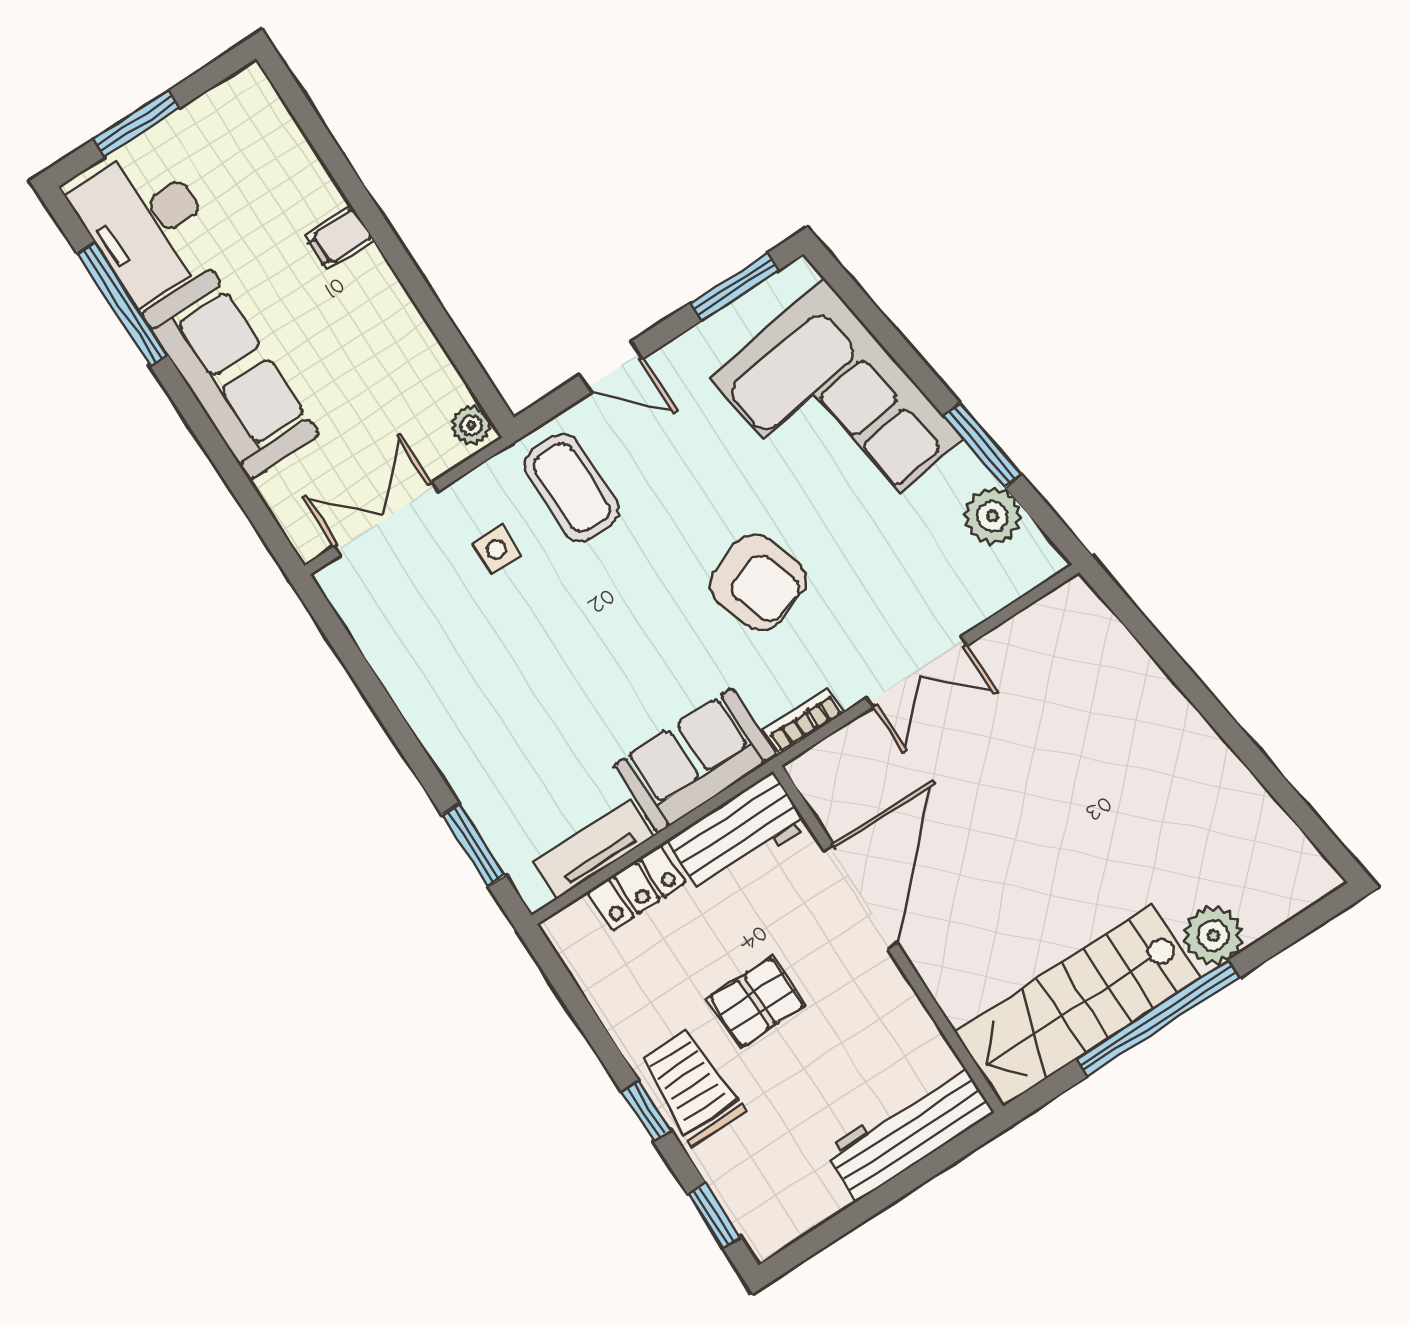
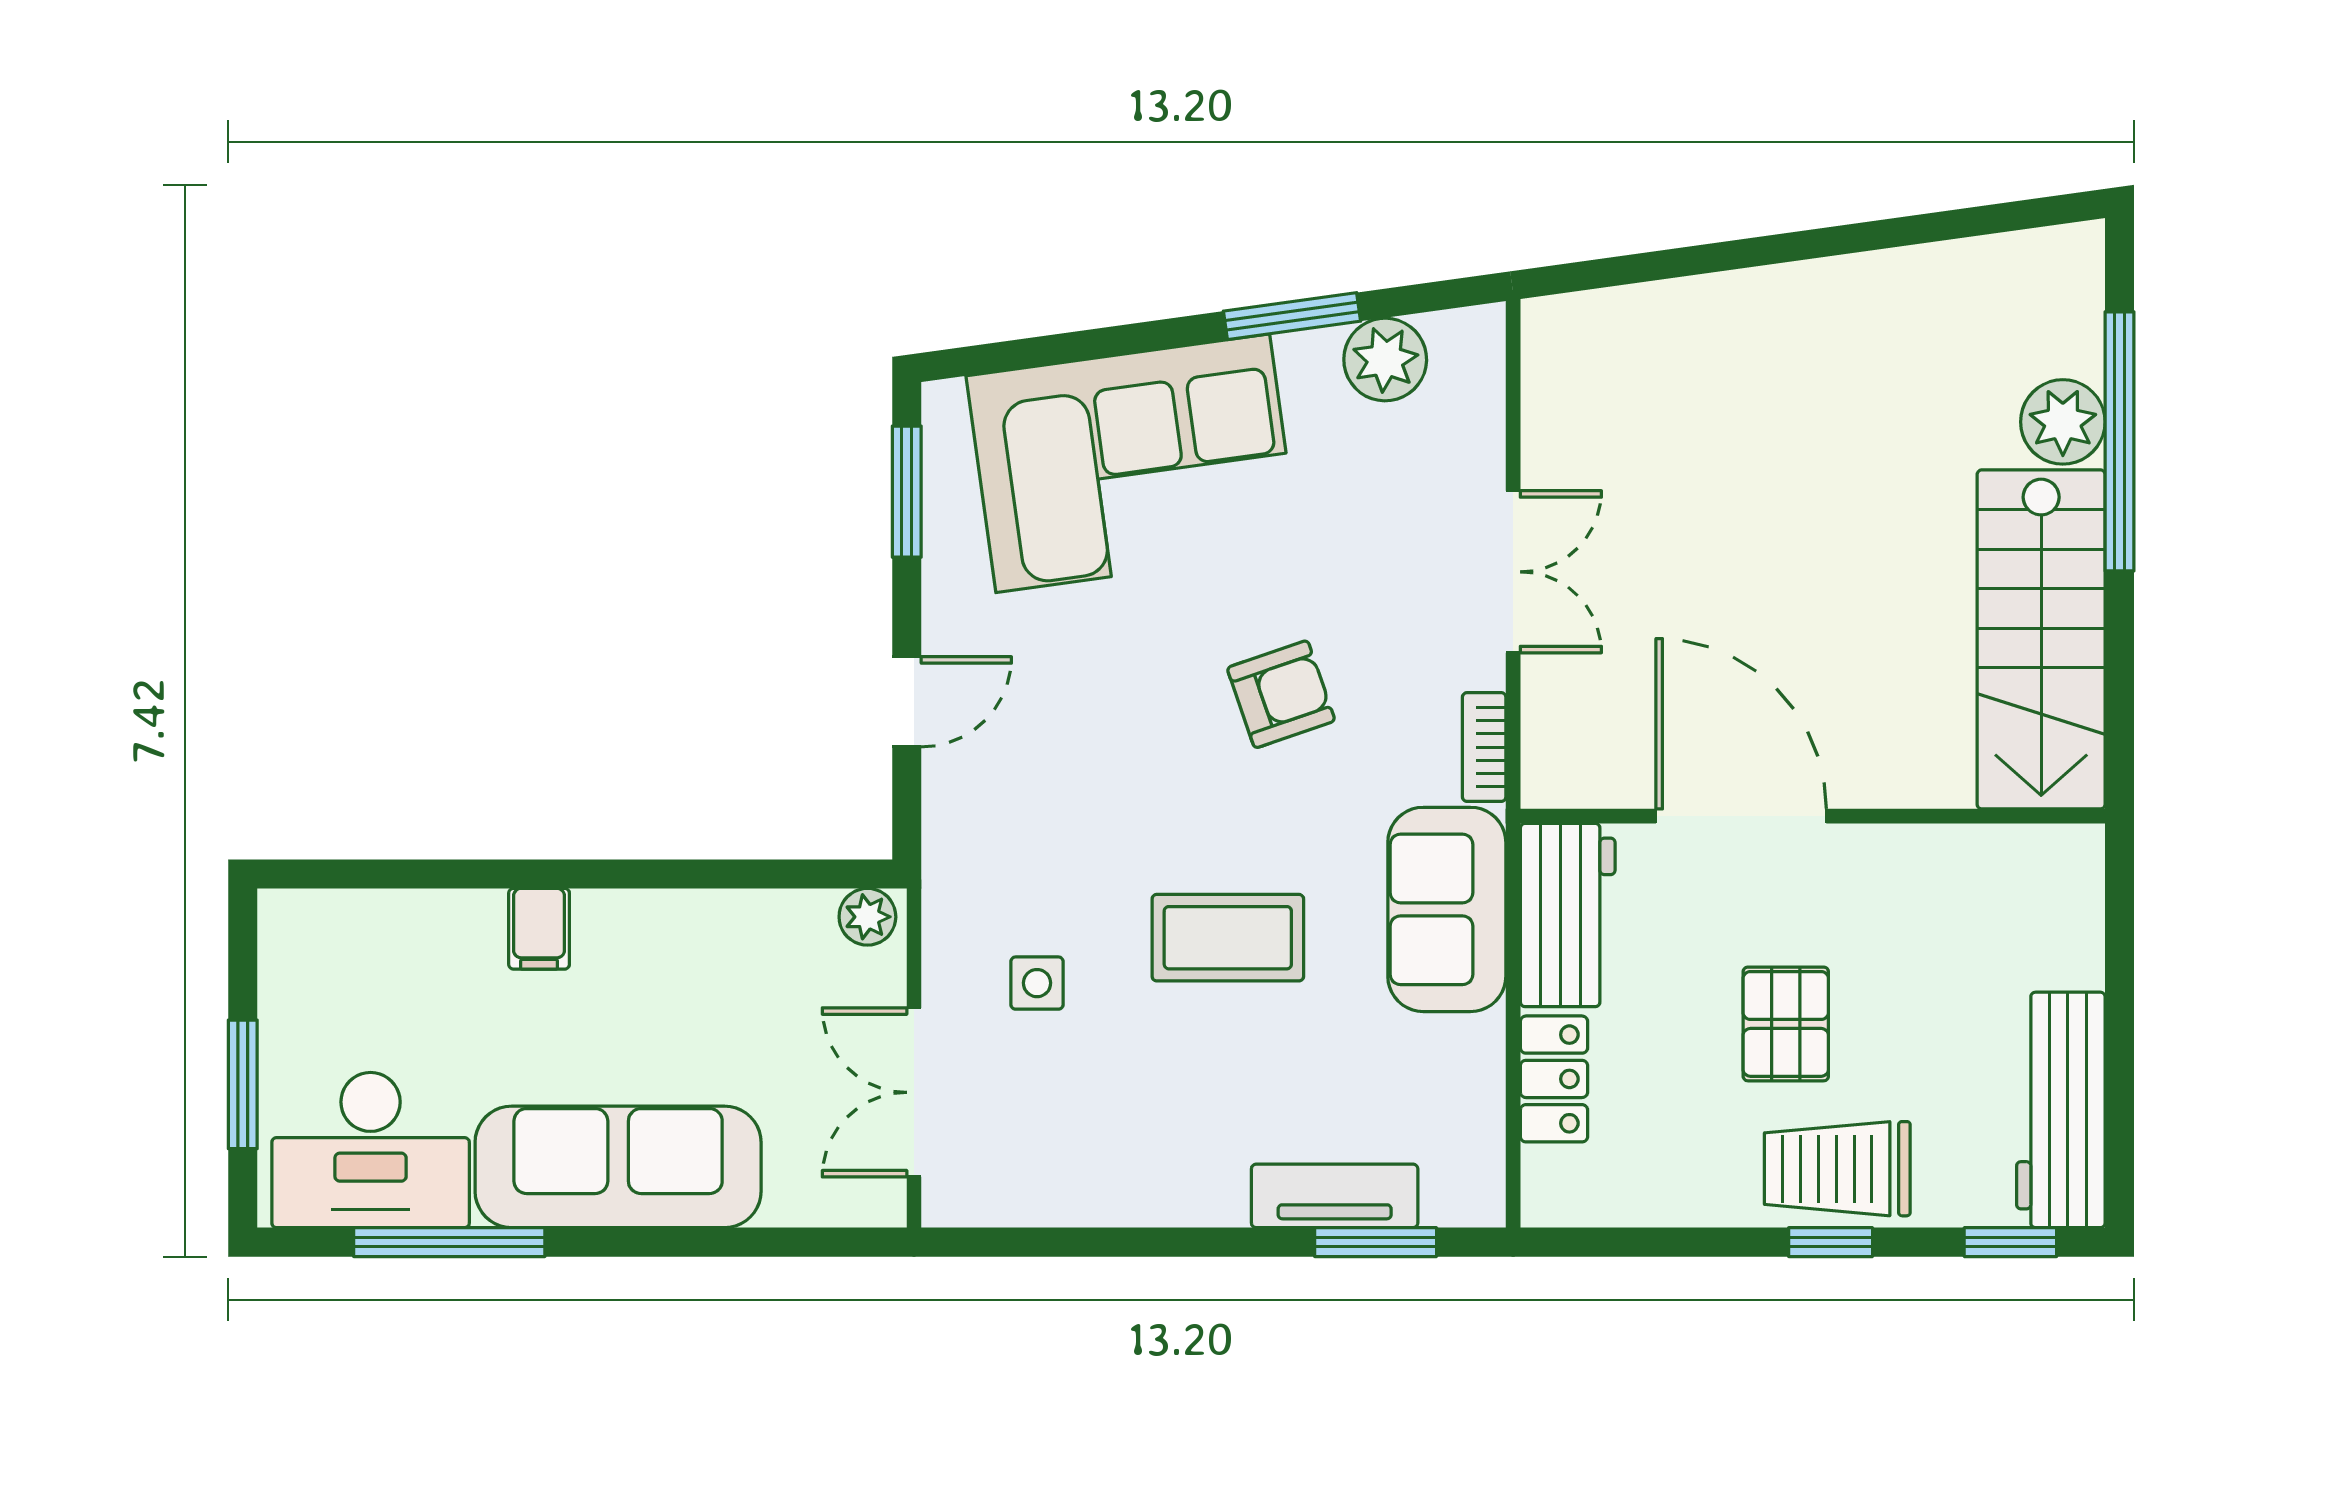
coffee table: (572, 488) -> (1228, 938), moved
armchair: (758, 582) -> (1281, 694), width x0.72, depth x0.72
tv unit: (594, 849) -> (1335, 1196), moved, turned 90
window: (1158, 1018) -> (2120, 441), moved
workbench: (909, 1131) -> (2061, 1110), moved

